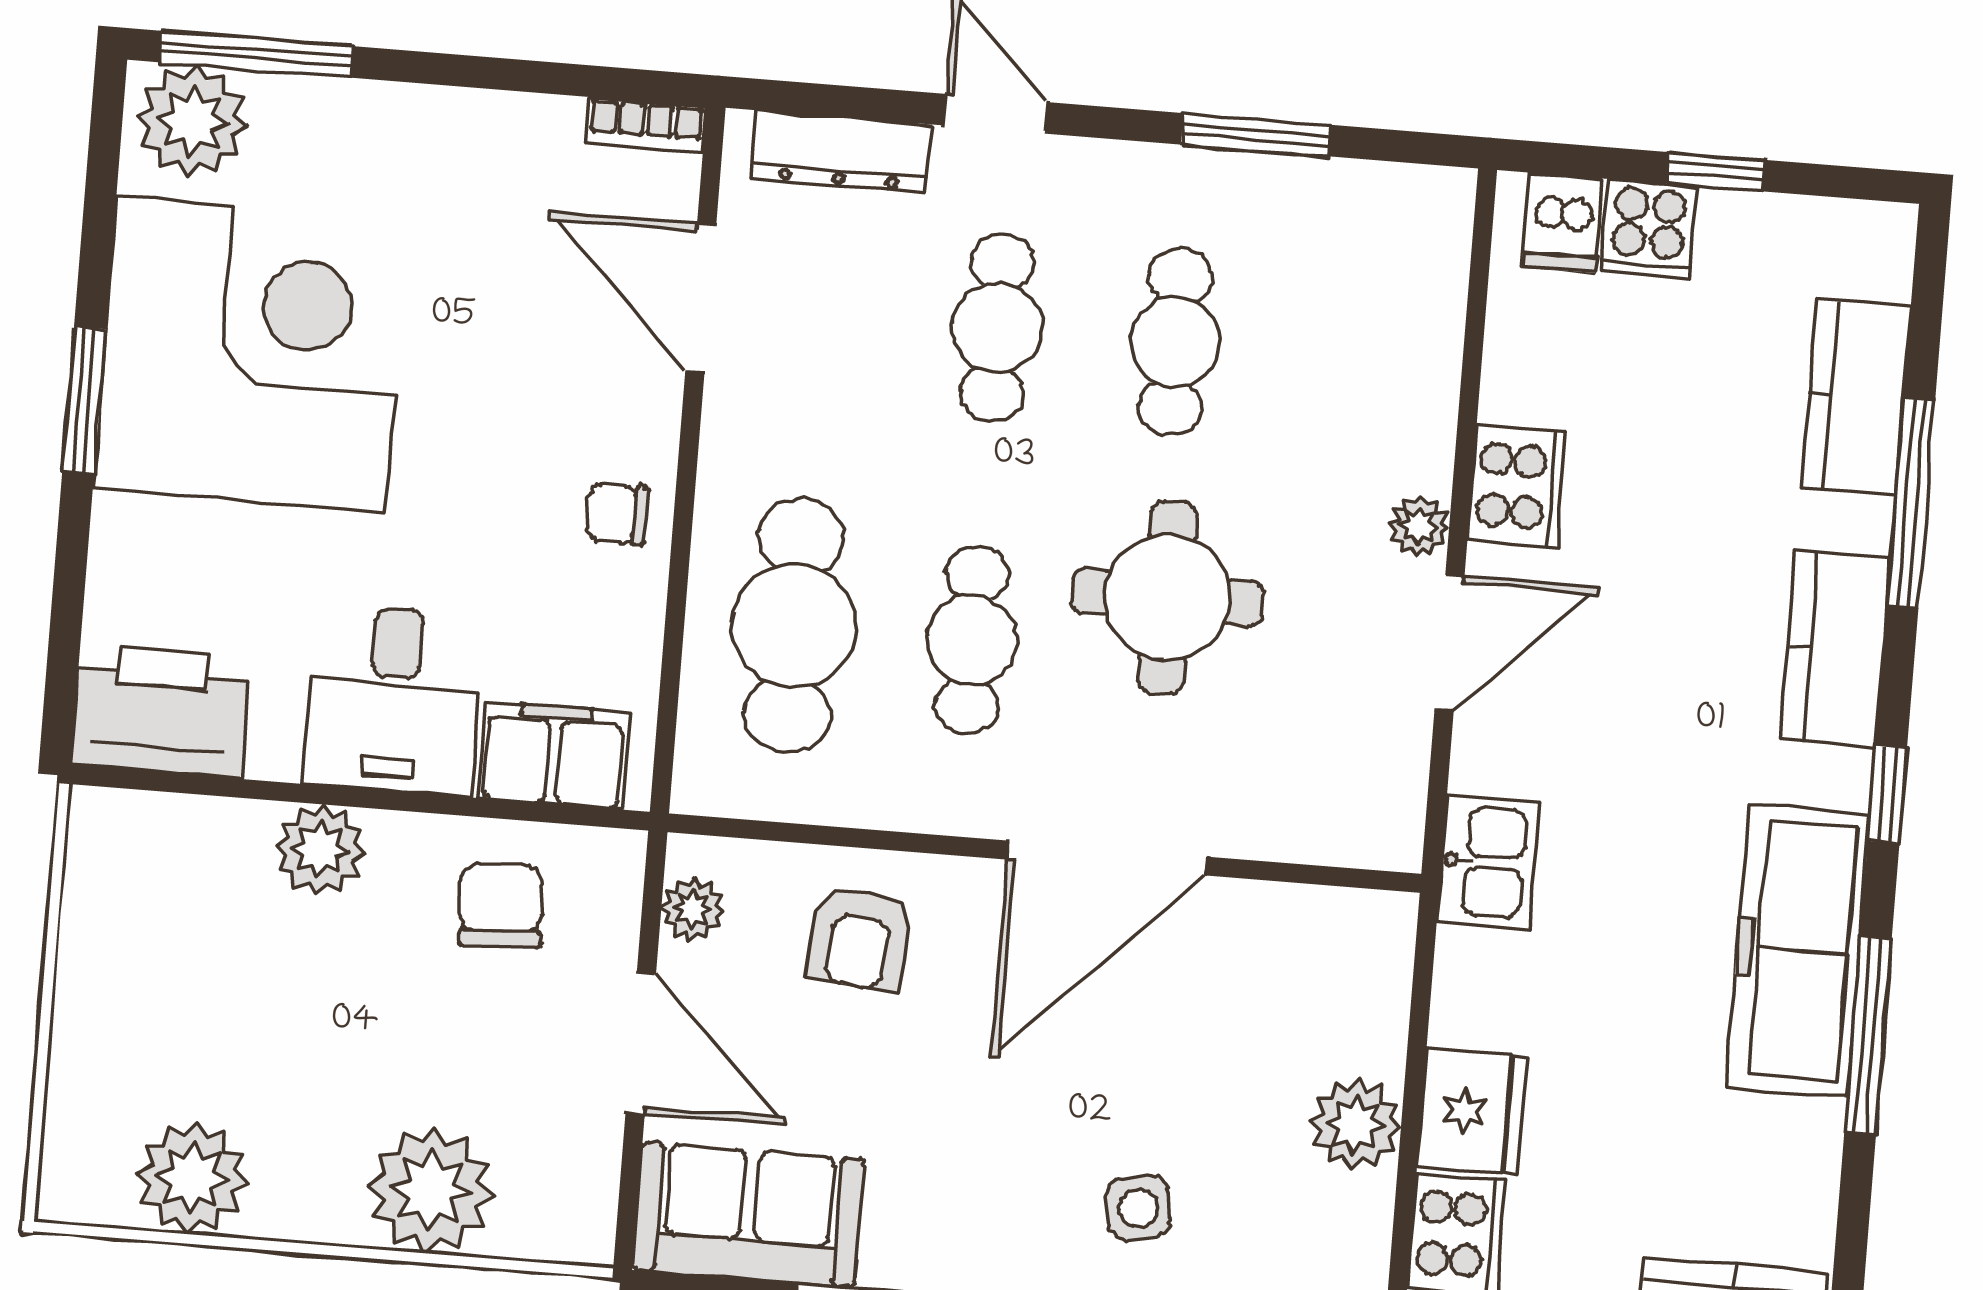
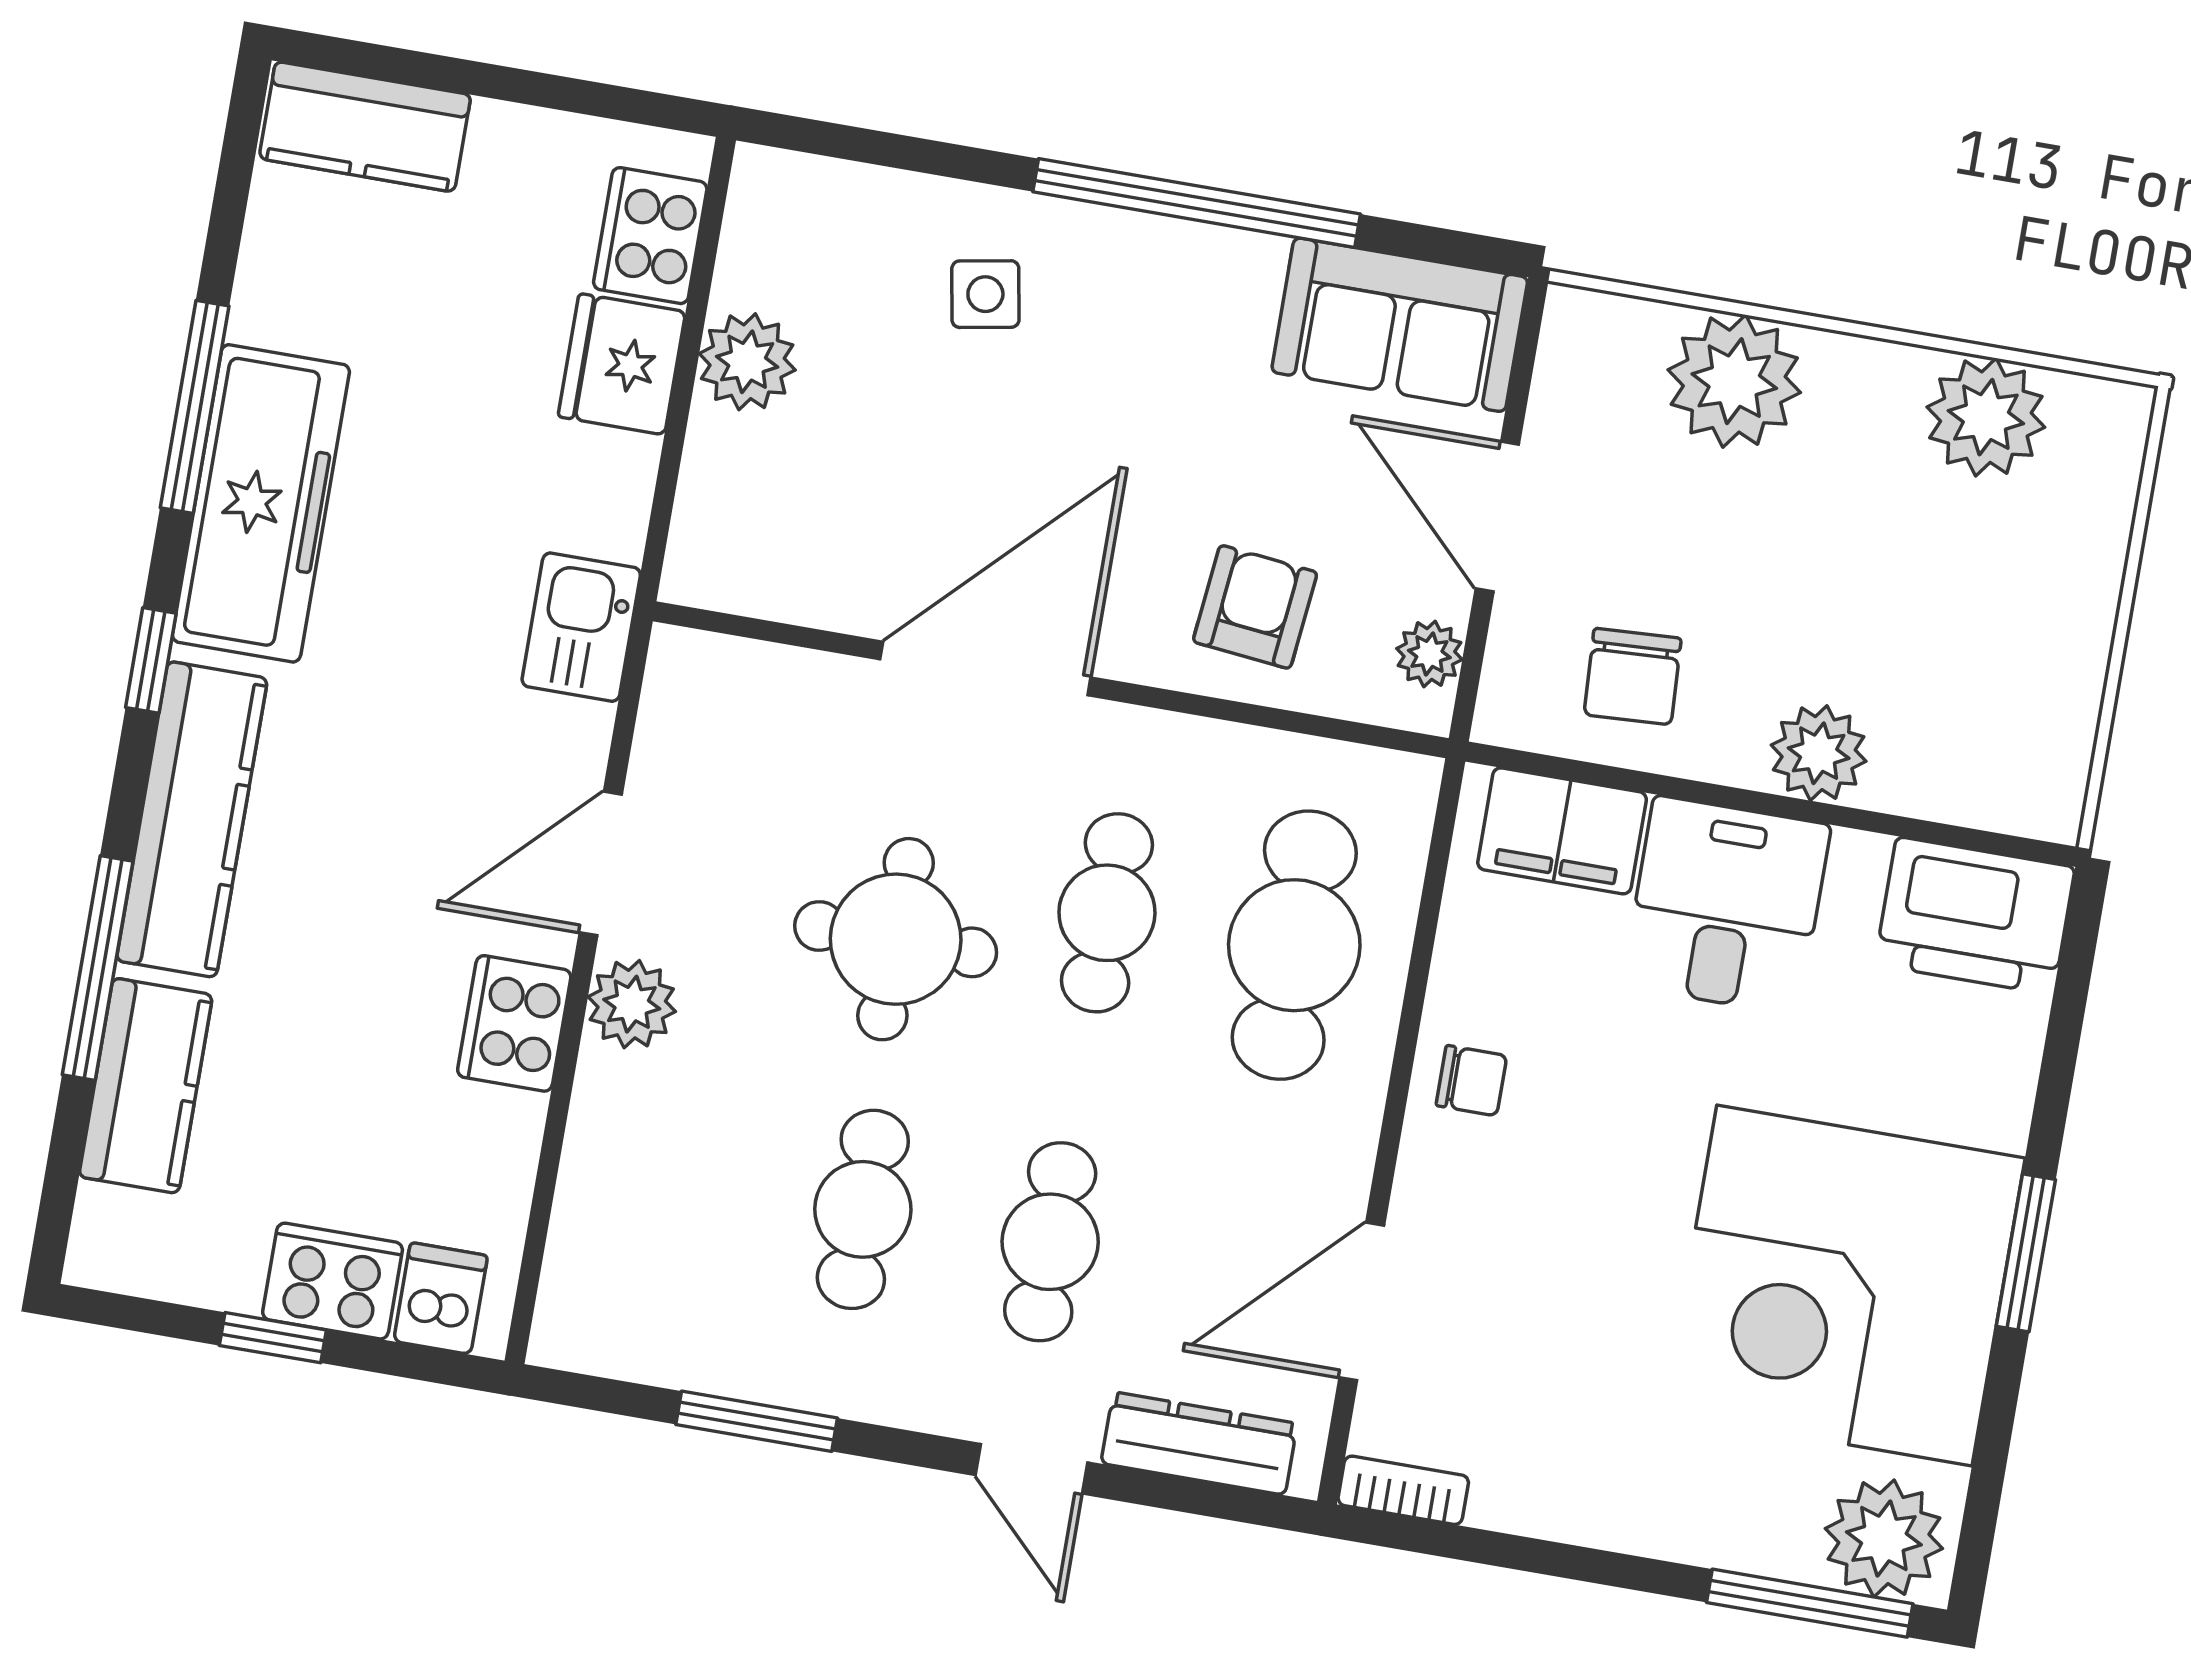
cooker: (1649, 228) -> (333, 1281), width x1.36
door: (701, 298) -> (1362, 1302), swing flipped
plant: (1419, 526) -> (632, 1004), width x1.38, depth x1.38
kitchen counter: (1835, 649) -> (192, 819), width x1.50

